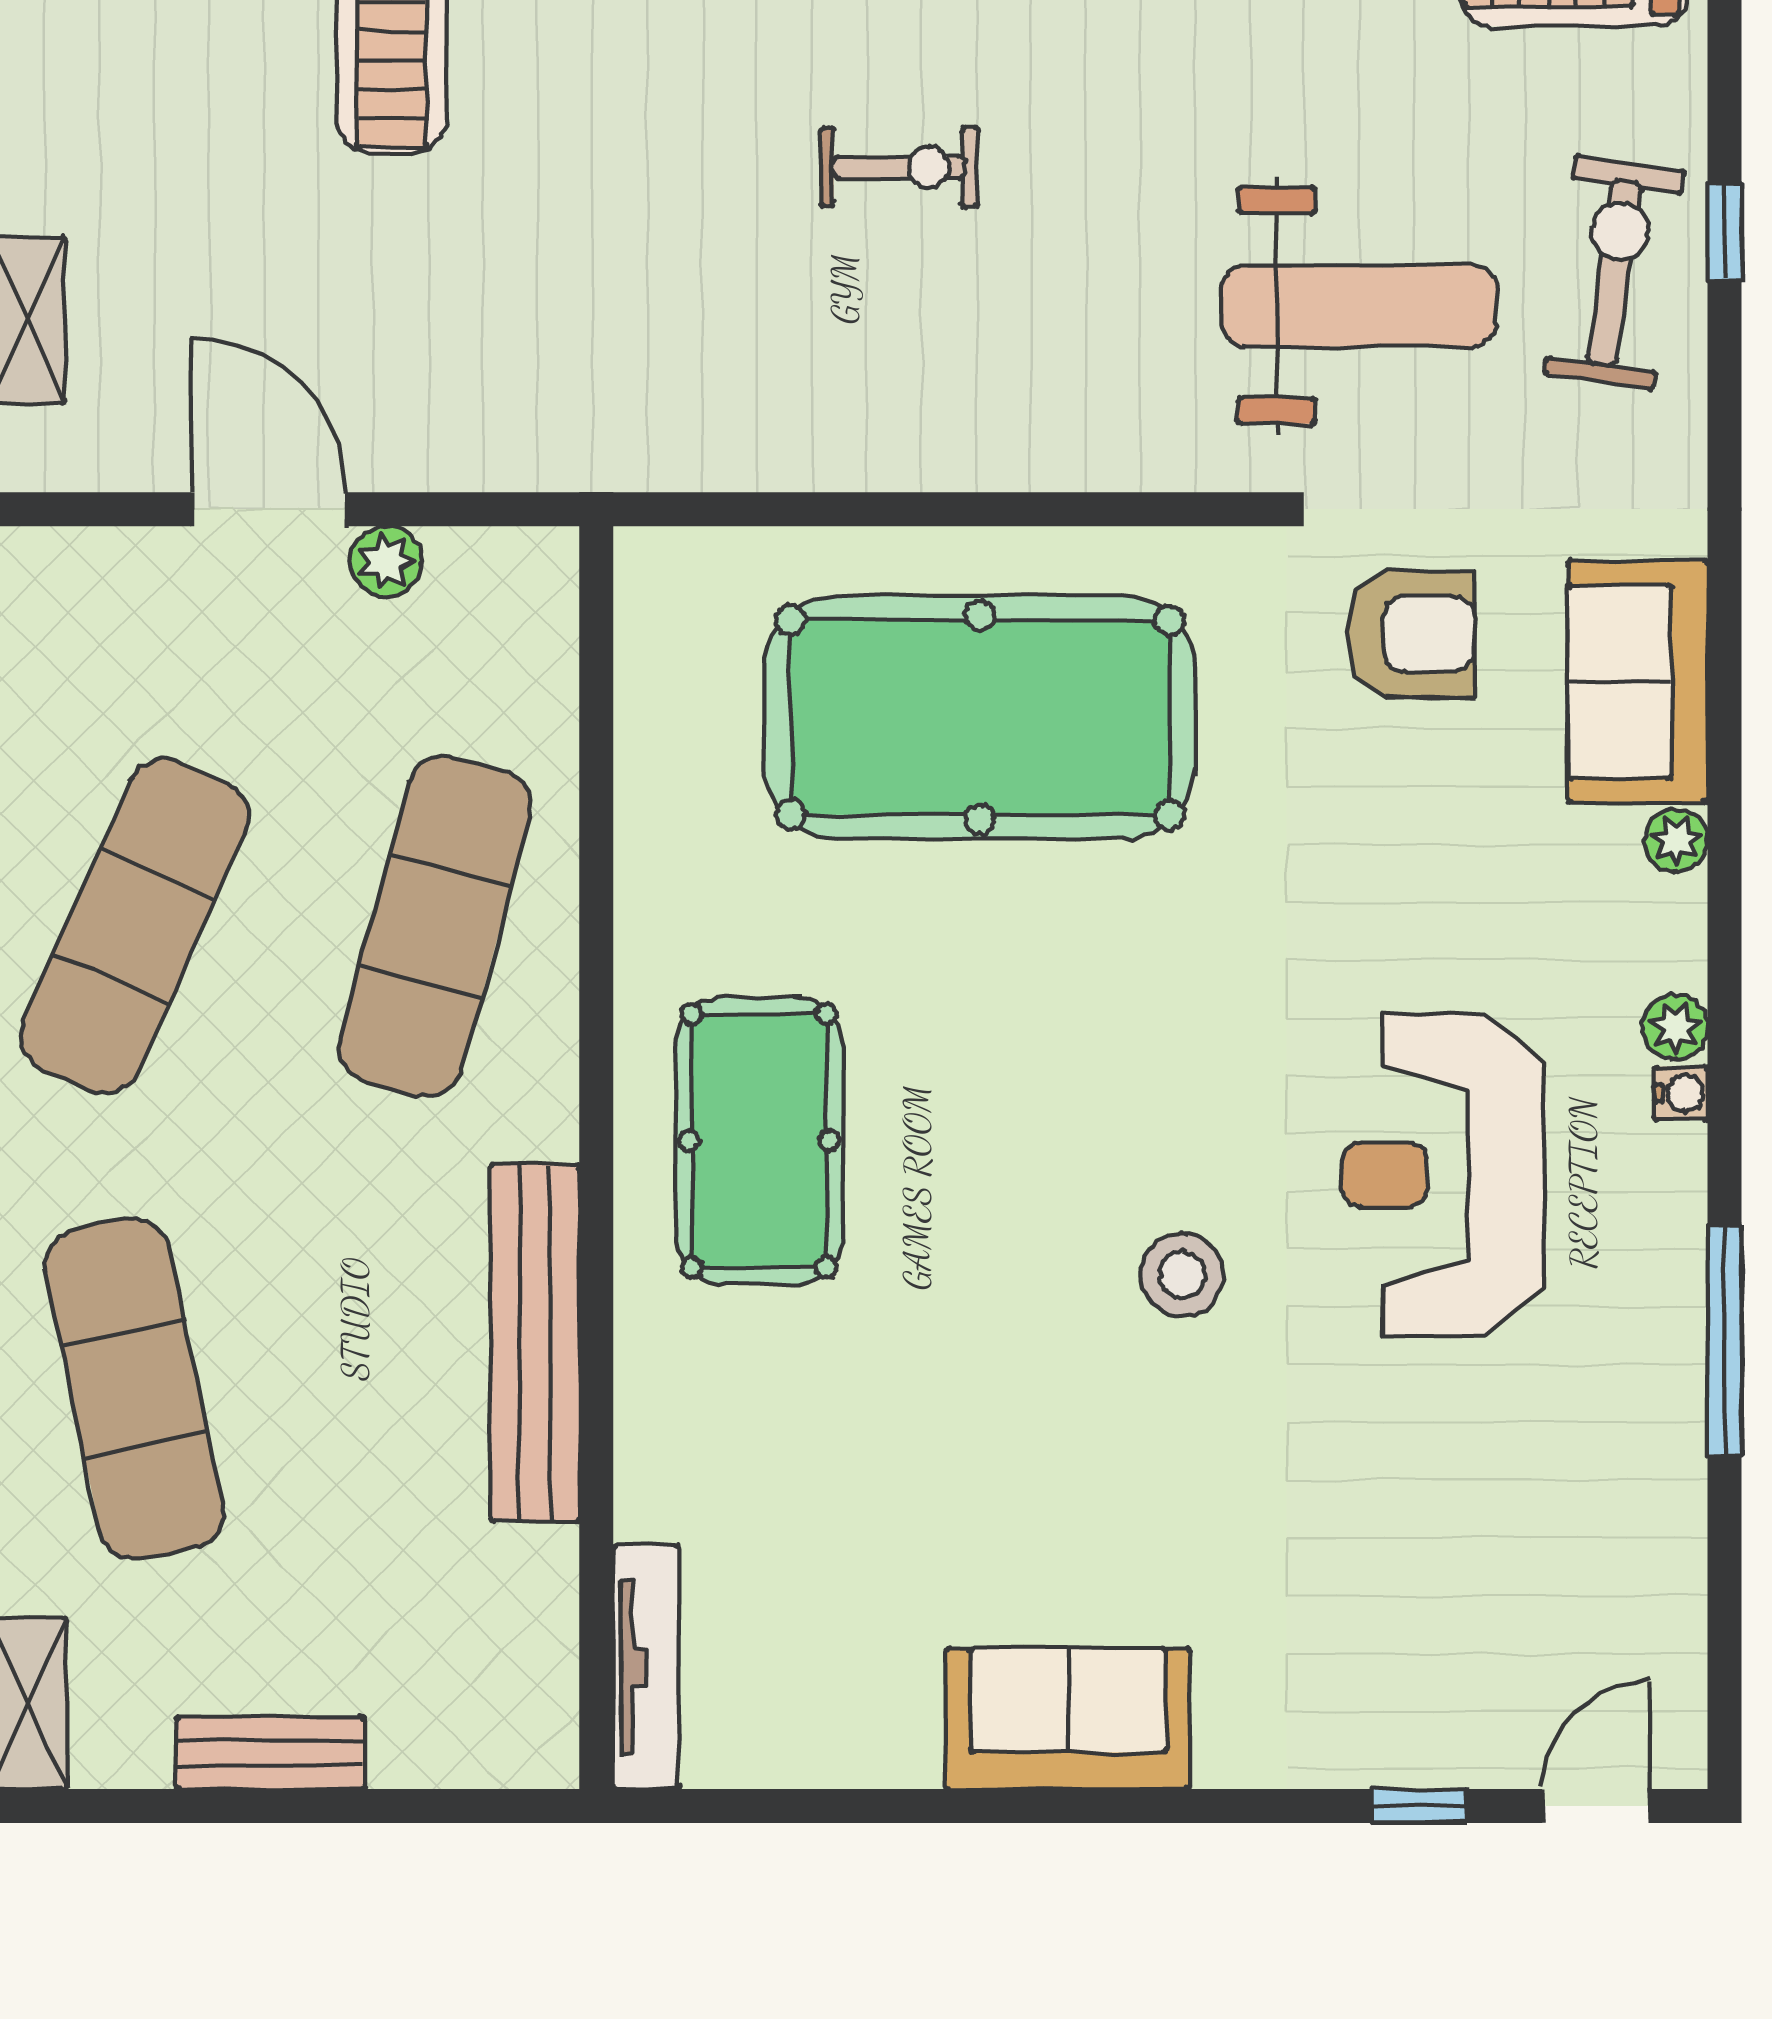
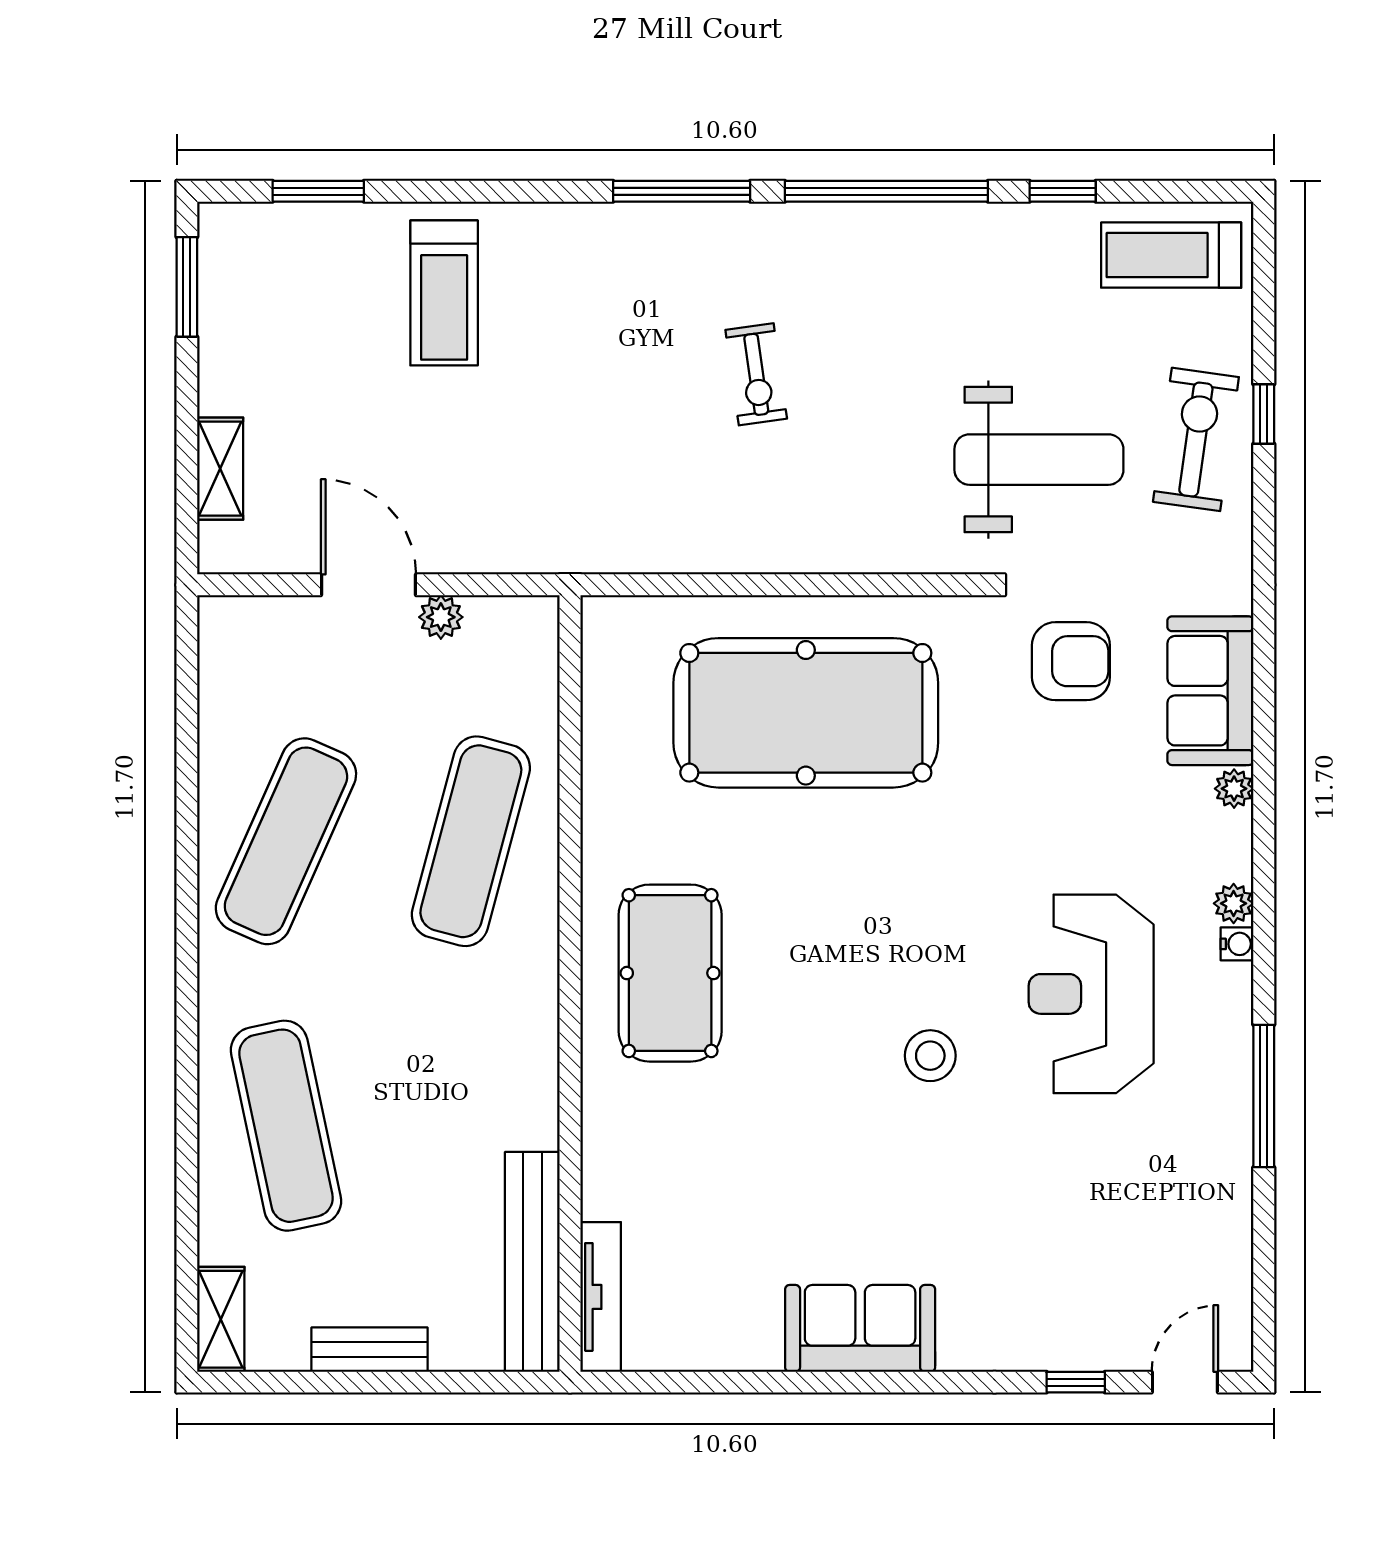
exercise bike: (899, 167) -> (756, 374), turned 82
bench: (535, 1343) -> (532, 1262), moved

